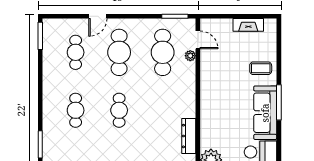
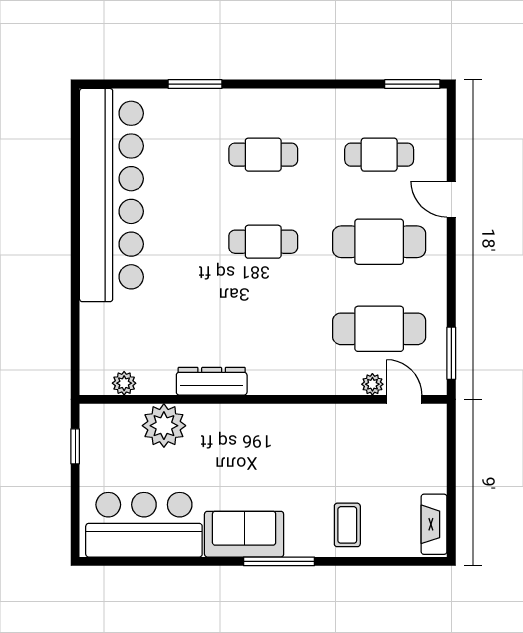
fireplace: (248, 25) -> (434, 524), moved
door: (198, 40) -> (404, 399), swing flipped
sofa: (265, 113) -> (244, 534), width x0.73

